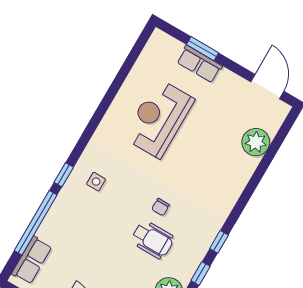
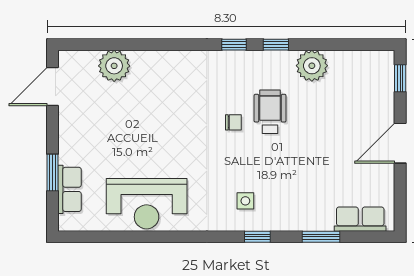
row of seats: (199, 64) -> (69, 189), moved
reception desk: (159, 118) -> (147, 204), moved
window: (36, 223) -> (321, 237), width x0.47

